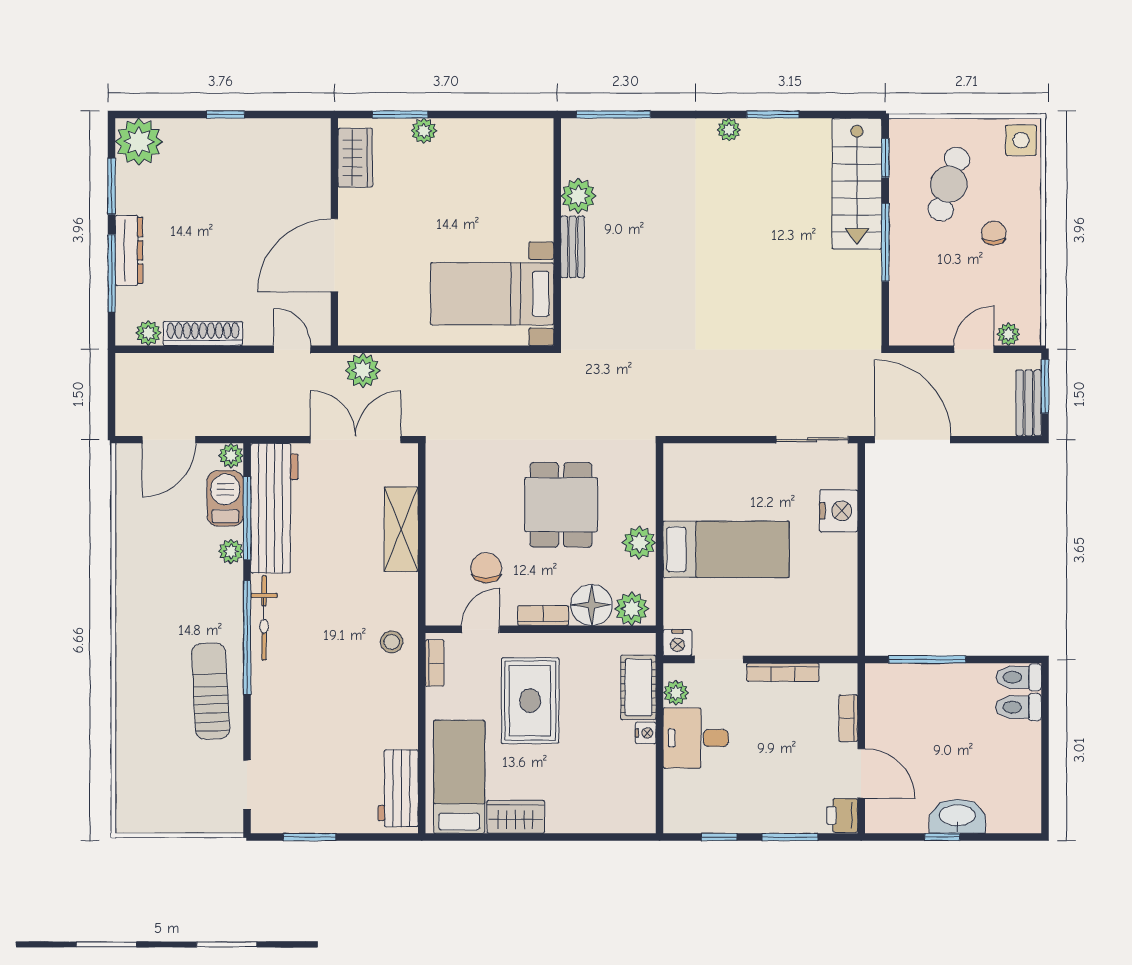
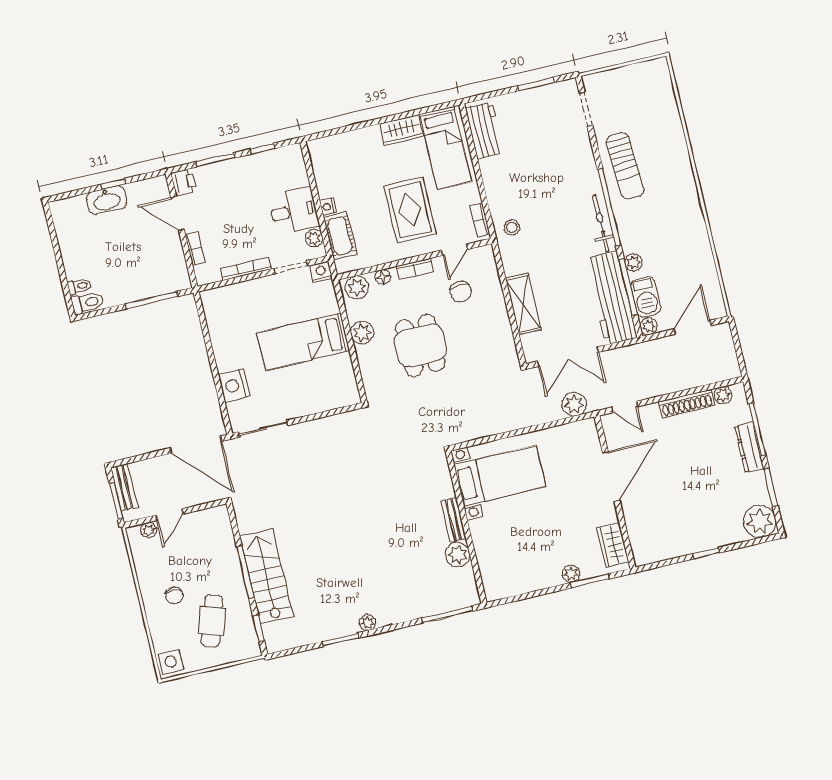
stairs: (857, 184) -> (266, 576), moved
floor lamp: (592, 605) -> (383, 277), width x0.53, depth x0.53
toilet: (1018, 707) -> (79, 286), width x0.73, depth x0.72

